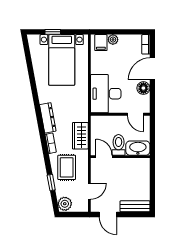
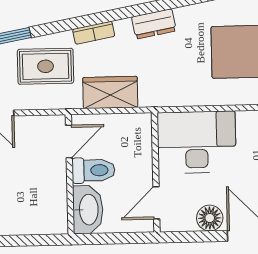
dresser: (48, 118) -> (154, 24), width x0.70

